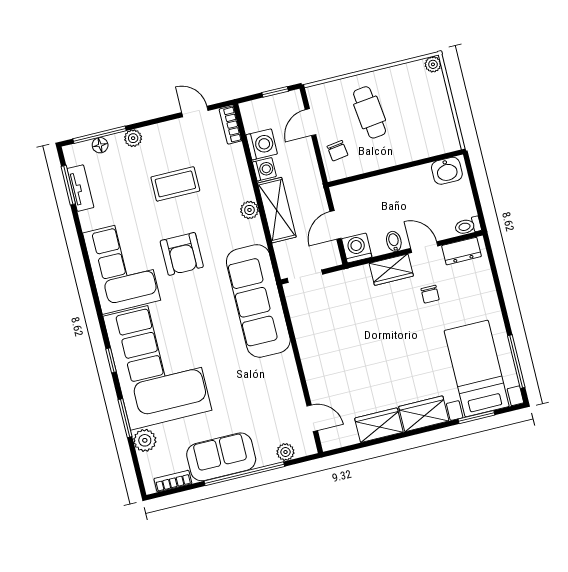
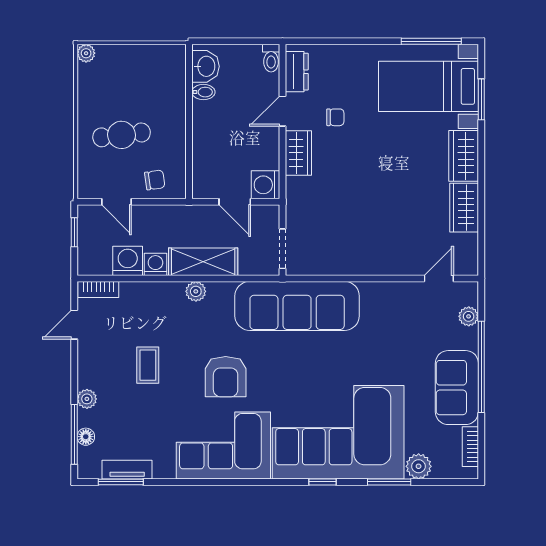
coffee table: (175, 184) -> (148, 365), width x0.73, depth x0.77
bidet: (394, 241) -> (203, 92), moved, turned 180
armchair: (182, 254) -> (226, 377), turned 90

